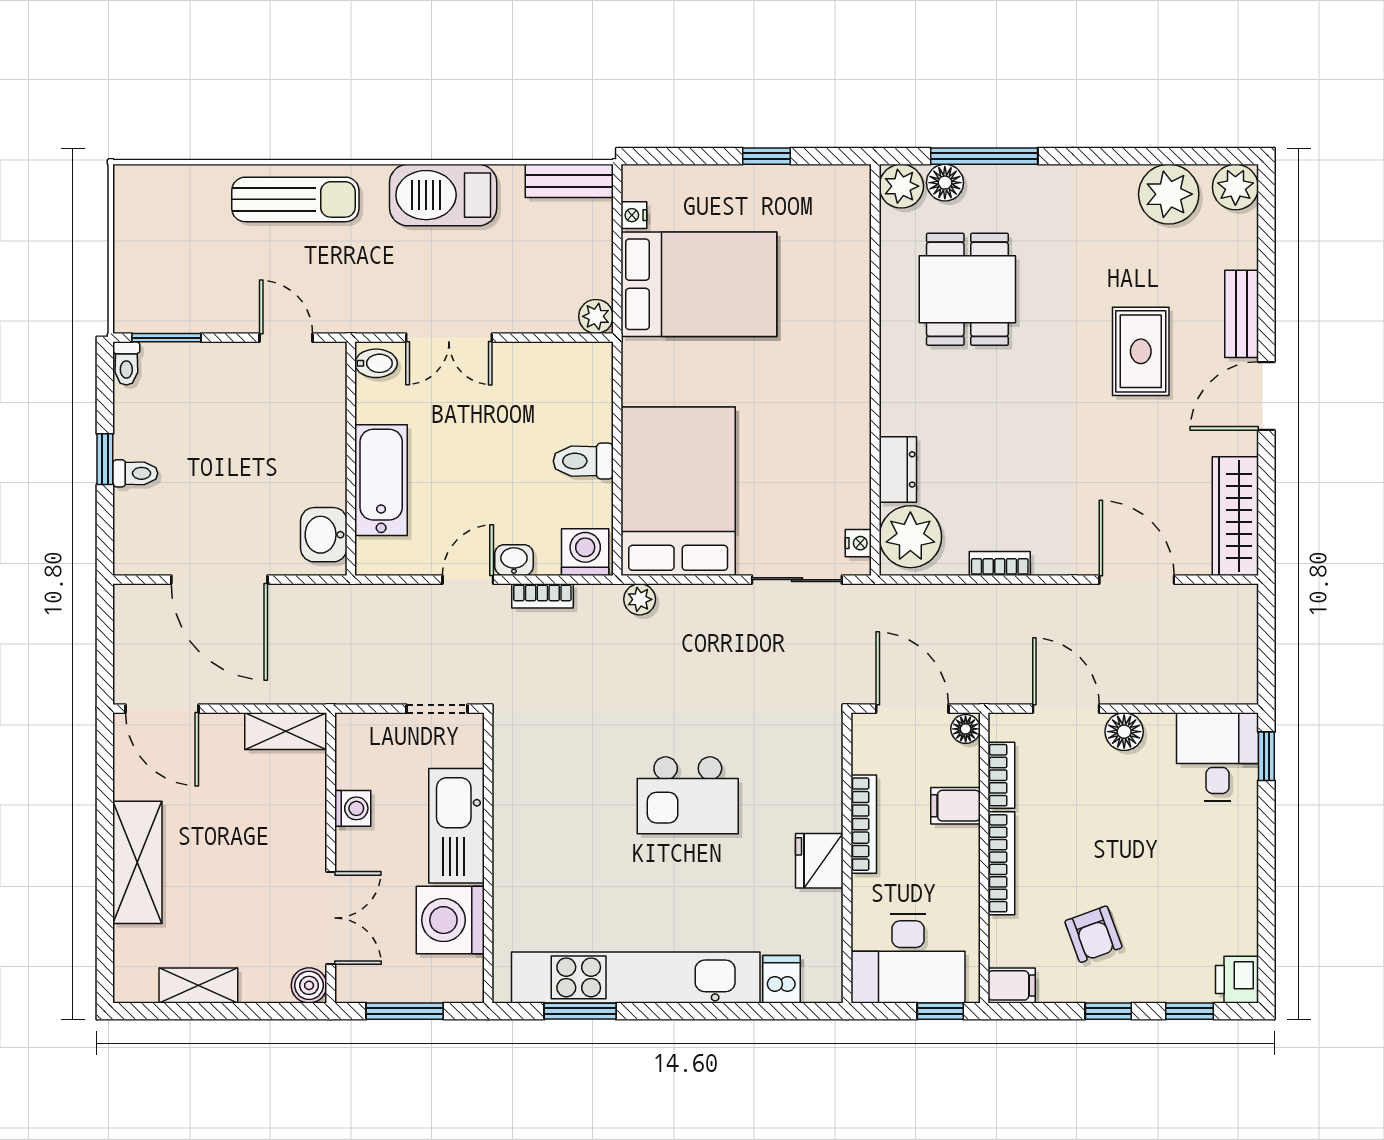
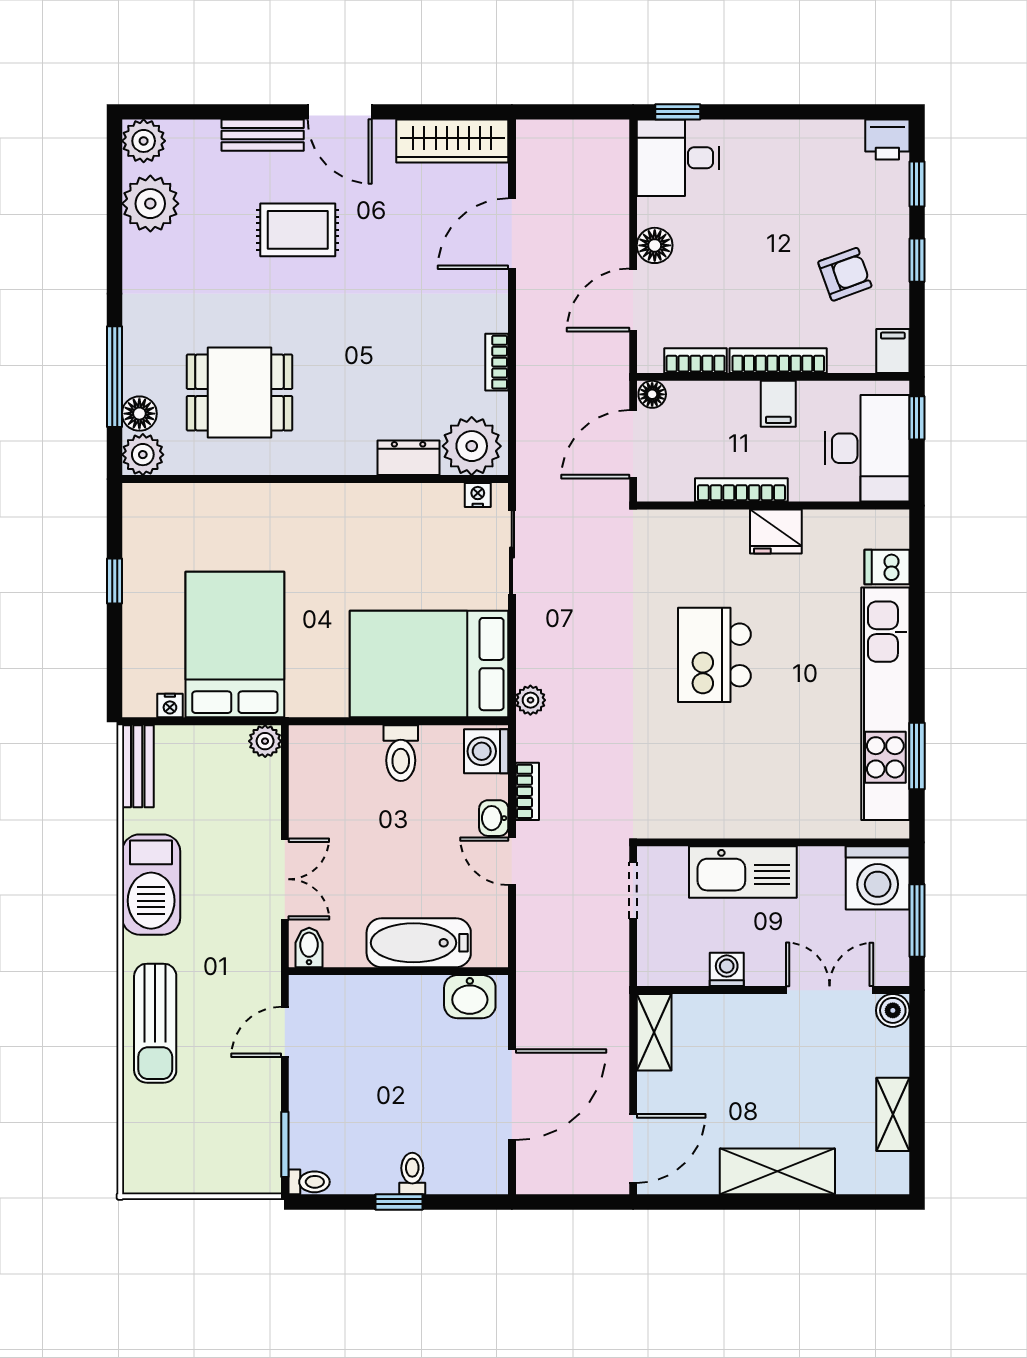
sun lounger: (295, 199) -> (155, 1023), turned 180
kitchen island: (688, 795) -> (714, 655), turned 180
filing cabinet: (955, 806) -> (778, 404), moved
washing machine: (450, 920) -> (878, 878), moved

